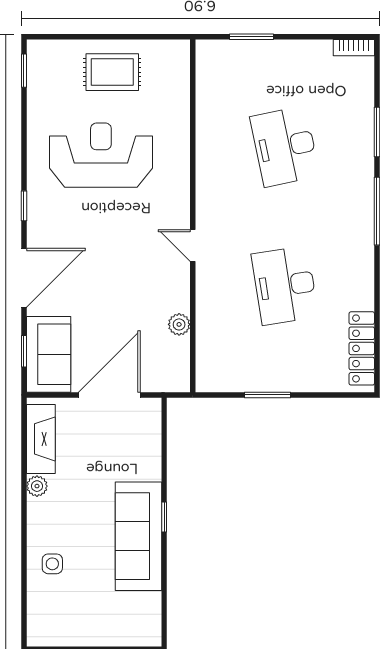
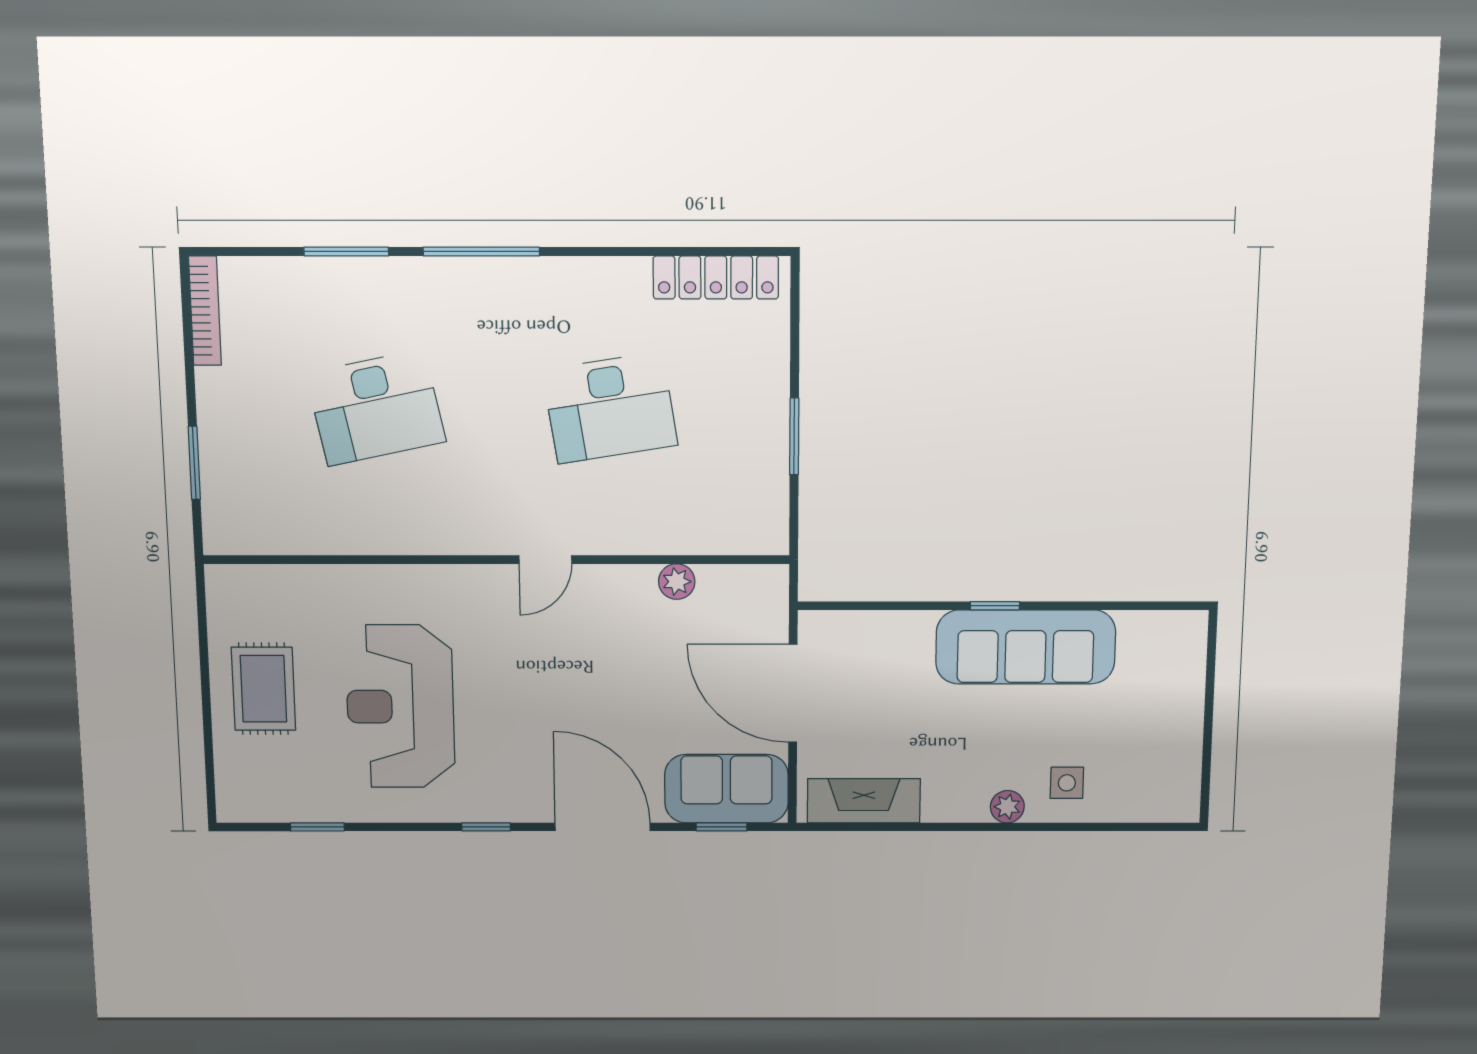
bookcase: (354, 48) -> (205, 311), width x1.56
window: (24, 71) -> (317, 827), moved
plant: (37, 486) -> (1007, 807), moved

